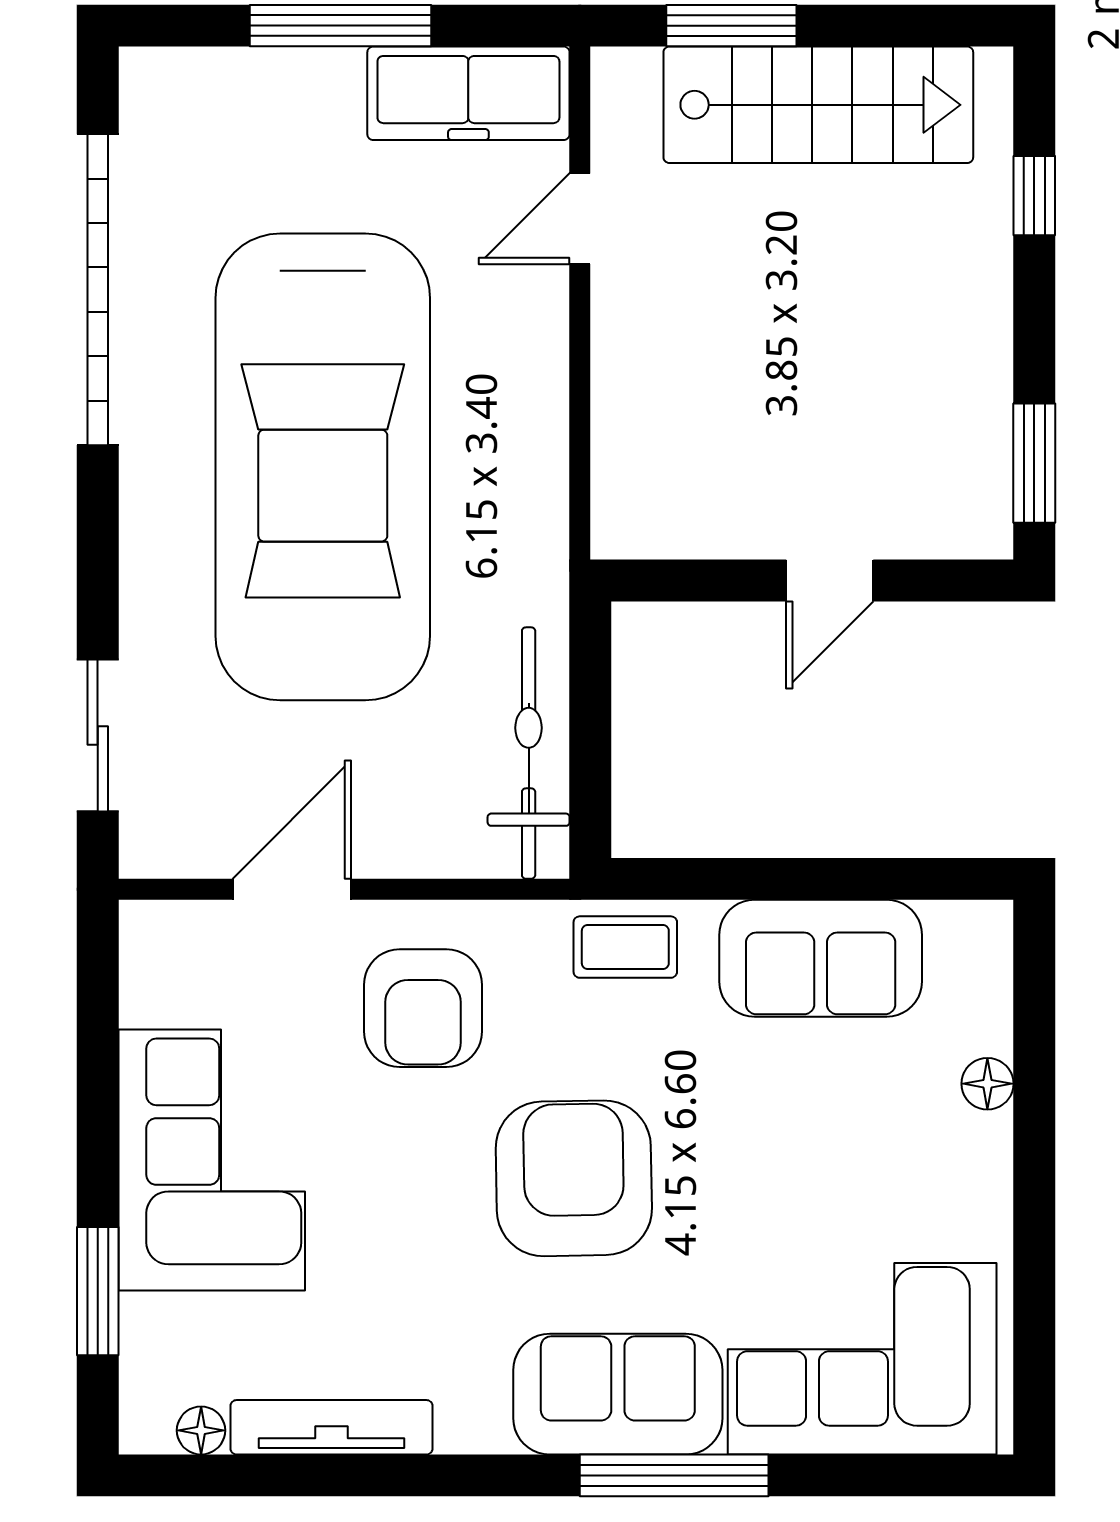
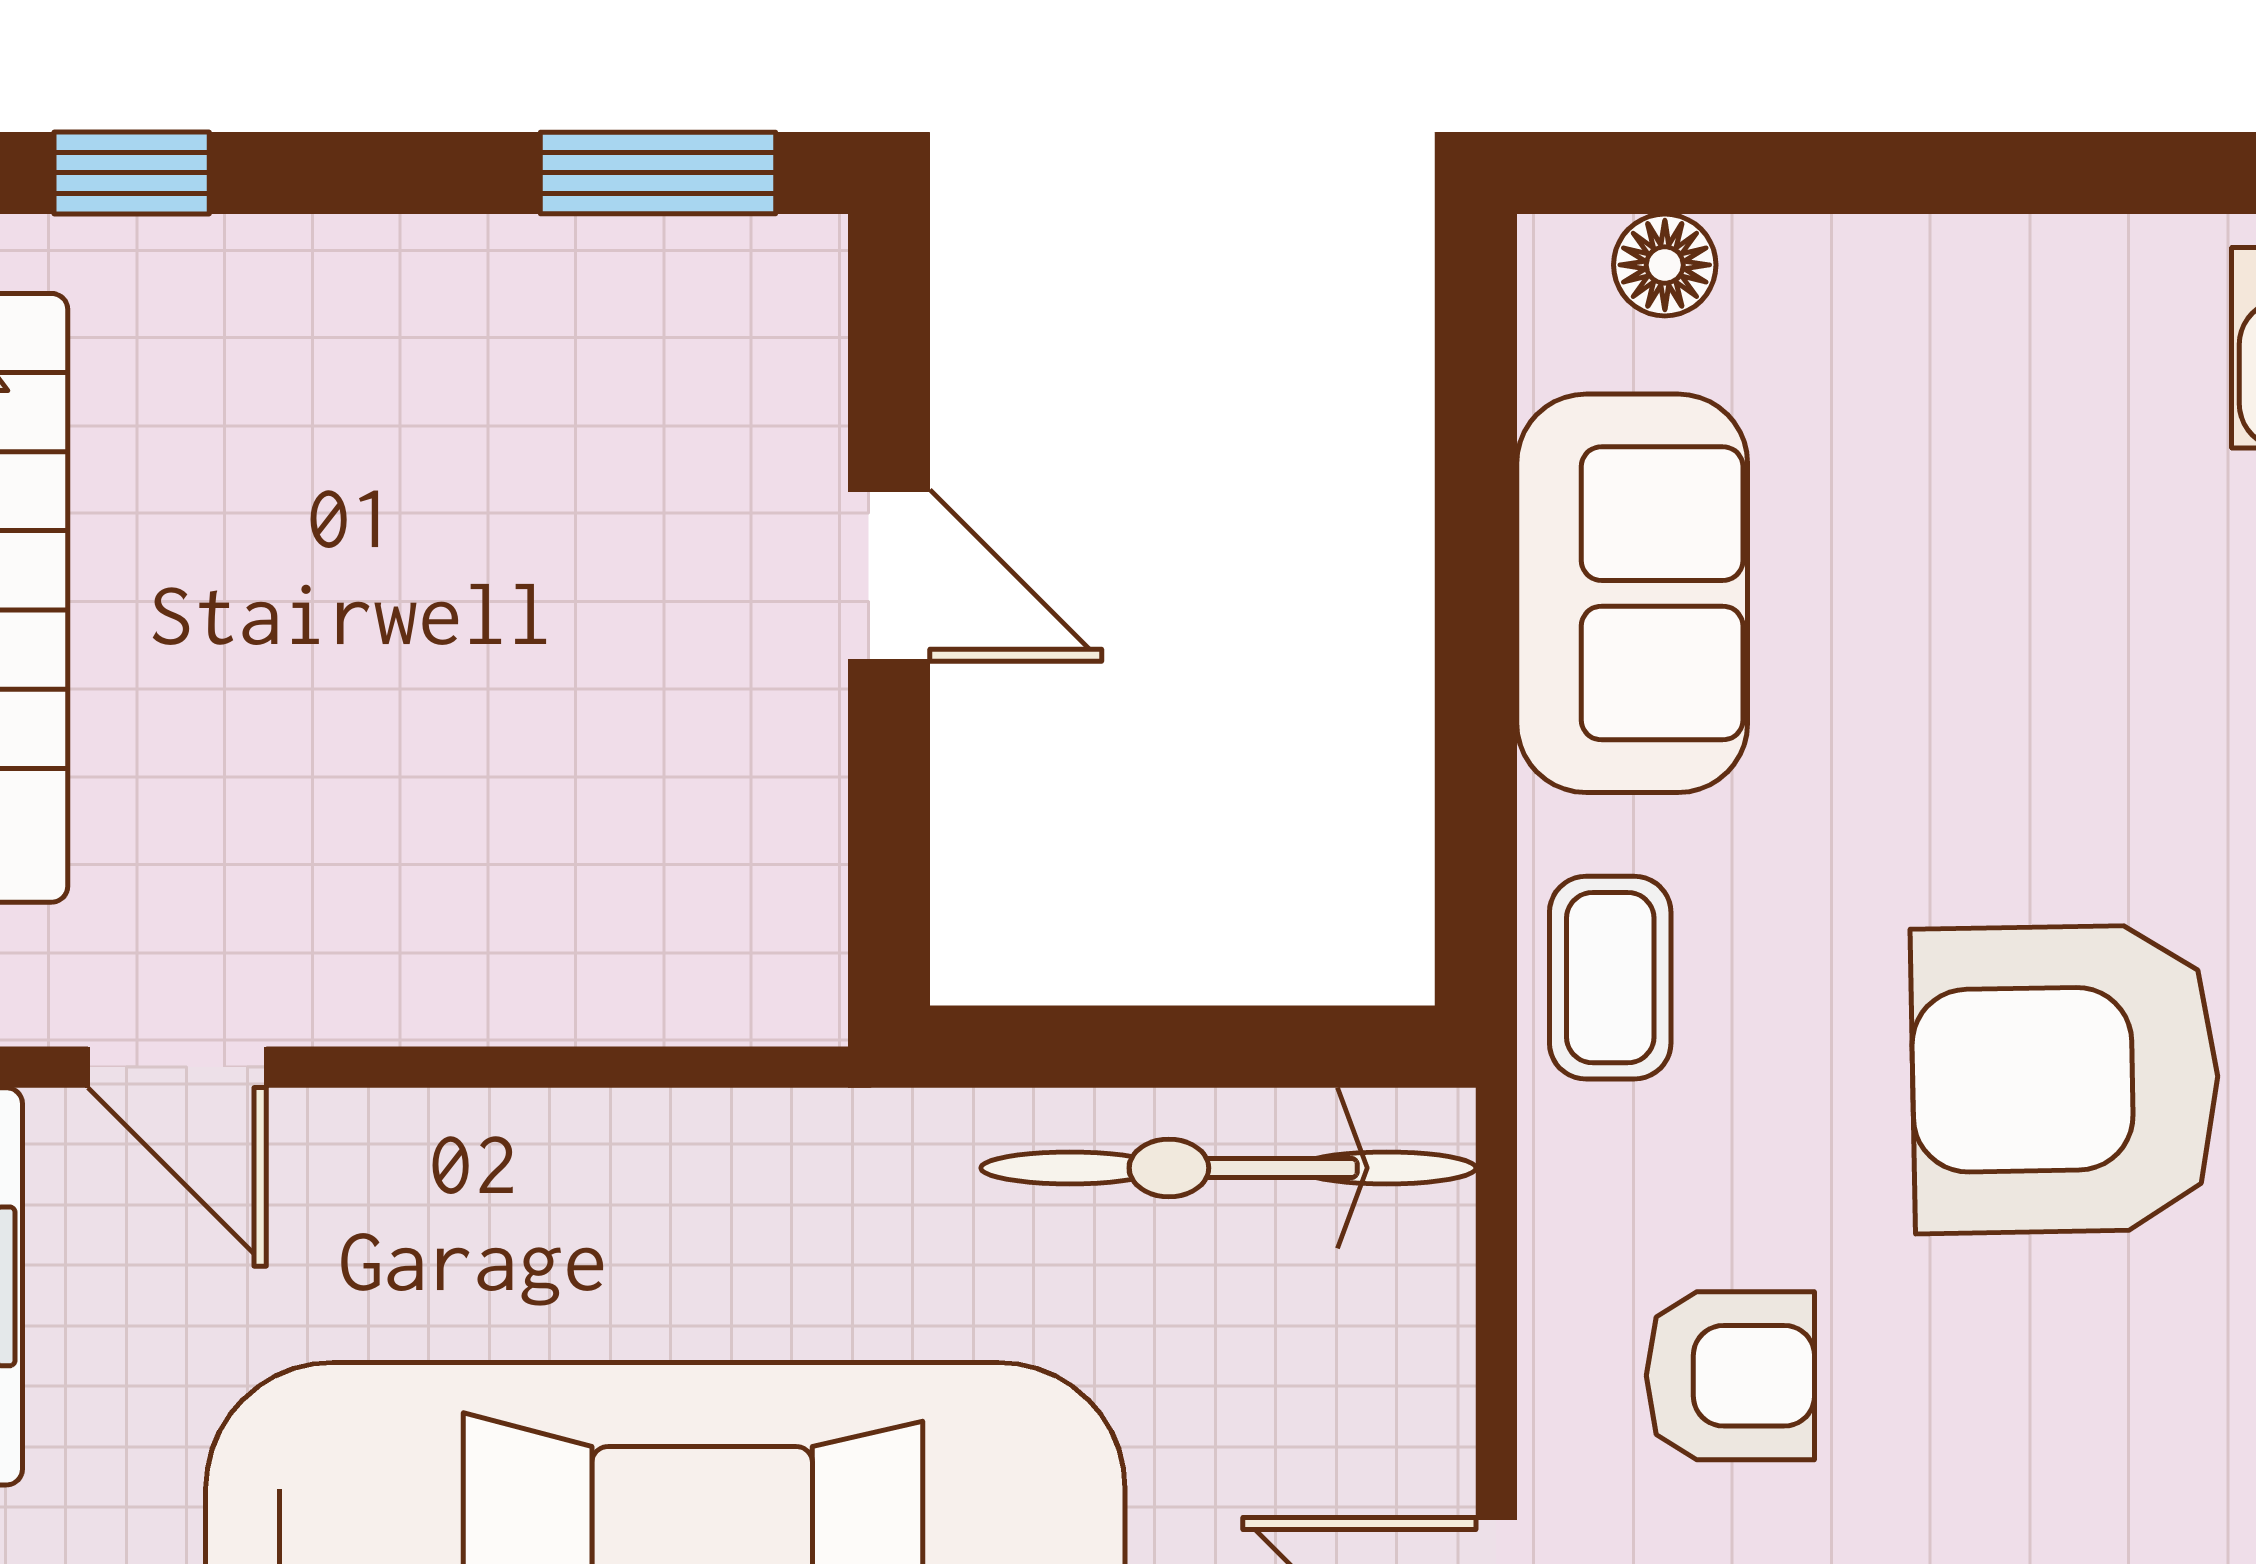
armchair: (423, 1008) -> (1730, 1376), width x0.72, depth x0.72
floor lamp: (987, 1084) -> (1665, 265), moved

